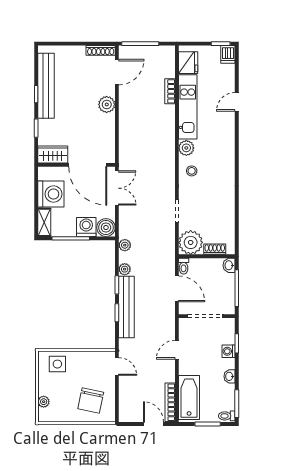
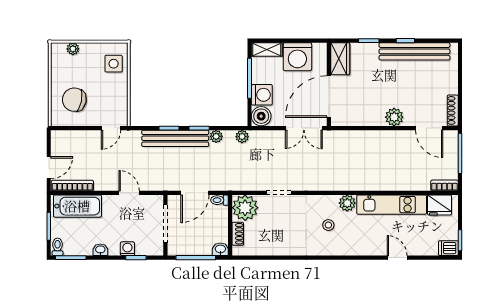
bookcase: (170, 91) -> (444, 185), moved
stool: (192, 171) -> (328, 225), moved

